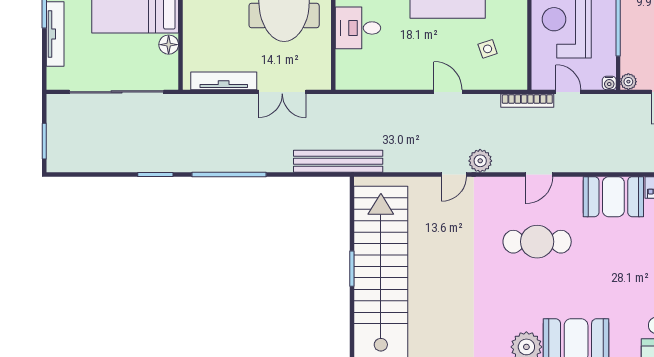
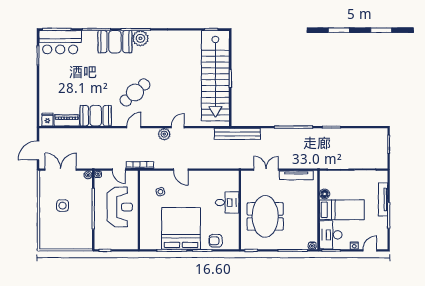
cafe table: (537, 242) -> (135, 93), turned -41

